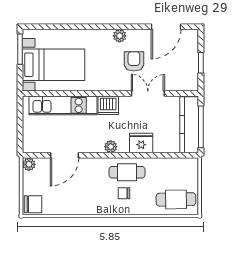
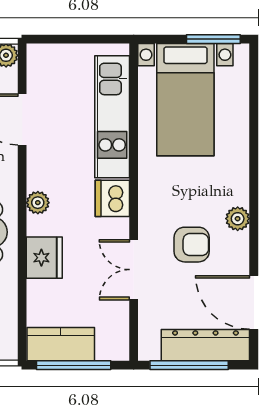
dresser: (190, 54) -> (205, 345), added
window: (201, 63) -> (189, 365), width x2.17
double door: (148, 93) -> (134, 270), swing flipped
kitchen counter: (189, 125) -> (61, 344), width x0.67

